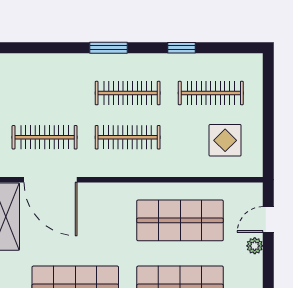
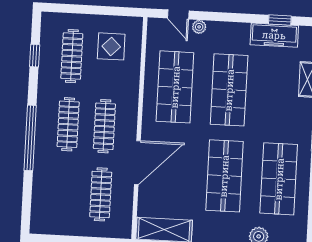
window: (109, 48) -> (30, 138), width x2.11
window: (182, 48) -> (35, 56), moved
door: (51, 180) -> (137, 163), moved

